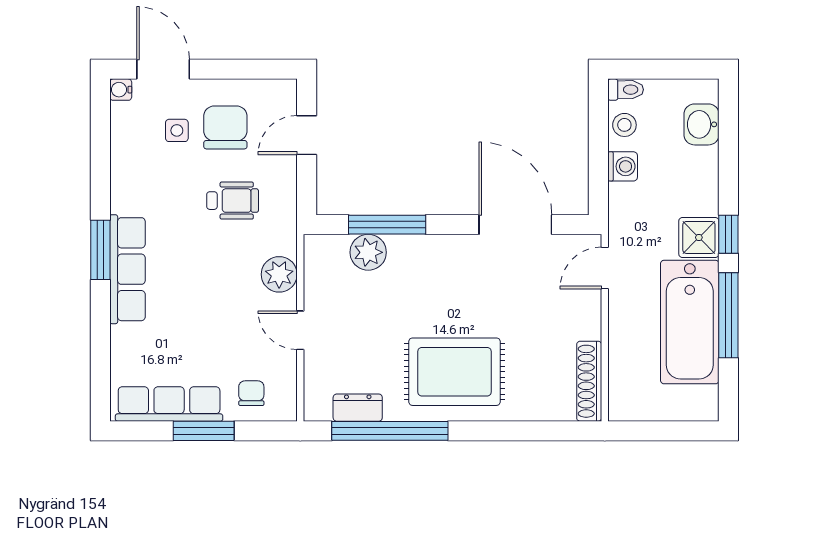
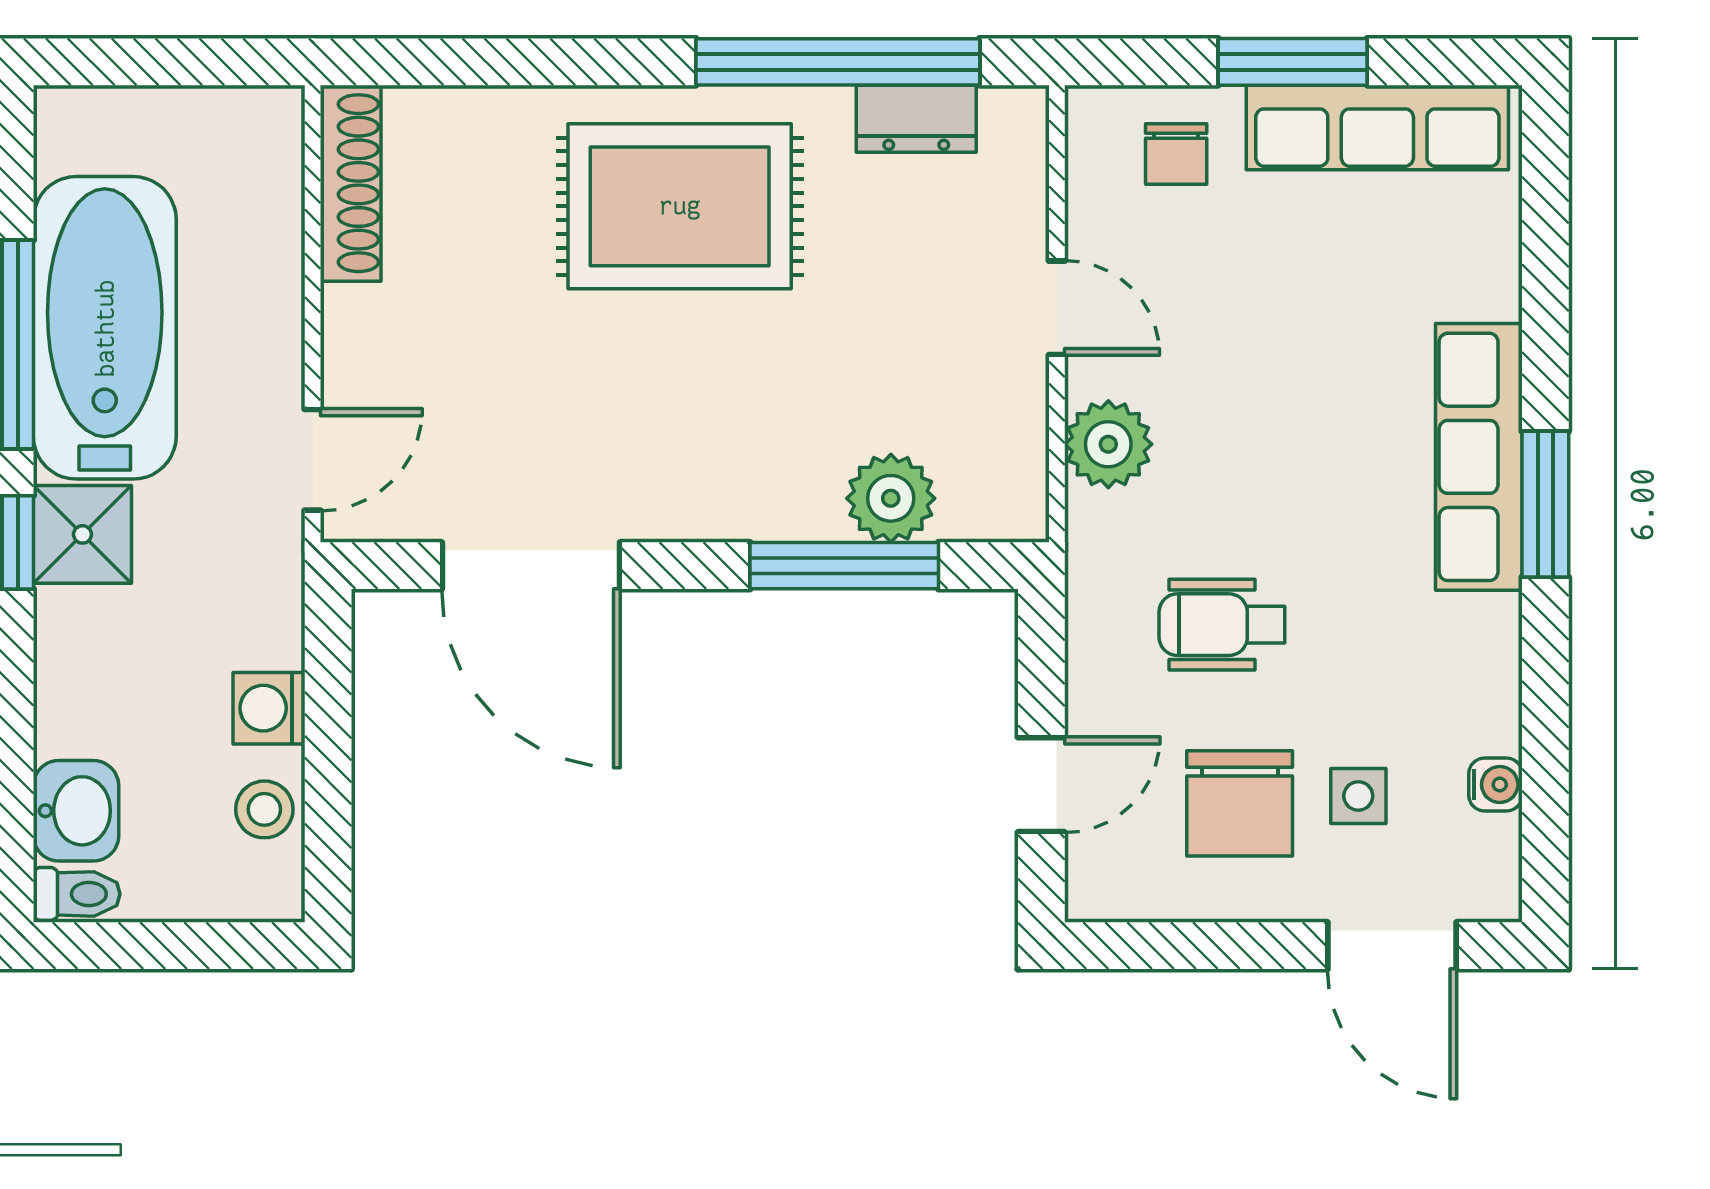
water cooler: (121, 90) -> (1495, 785), moved
toilet: (626, 90) -> (77, 894), moved, turned 180

